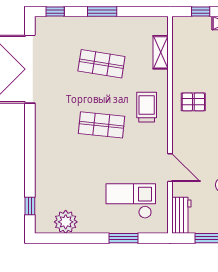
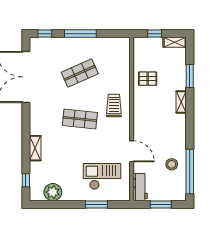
window: (102, 11) -> (80, 34), width x1.44
shelving: (161, 52) -> (35, 148), moved
shop shelf: (101, 64) -> (80, 73), turned -33
pallet: (193, 102) -> (148, 79), moved

